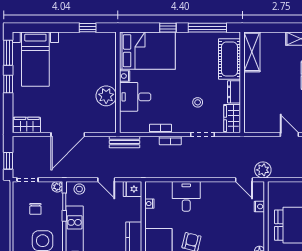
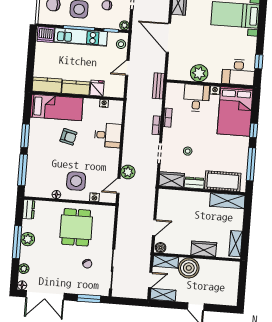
desk: (102, 50) -> (238, 72), added
plant: (263, 170) -> (128, 172), moved
fridge: (133, 189) -> (97, 88), moved
side table: (242, 229) -> (76, 181), added

